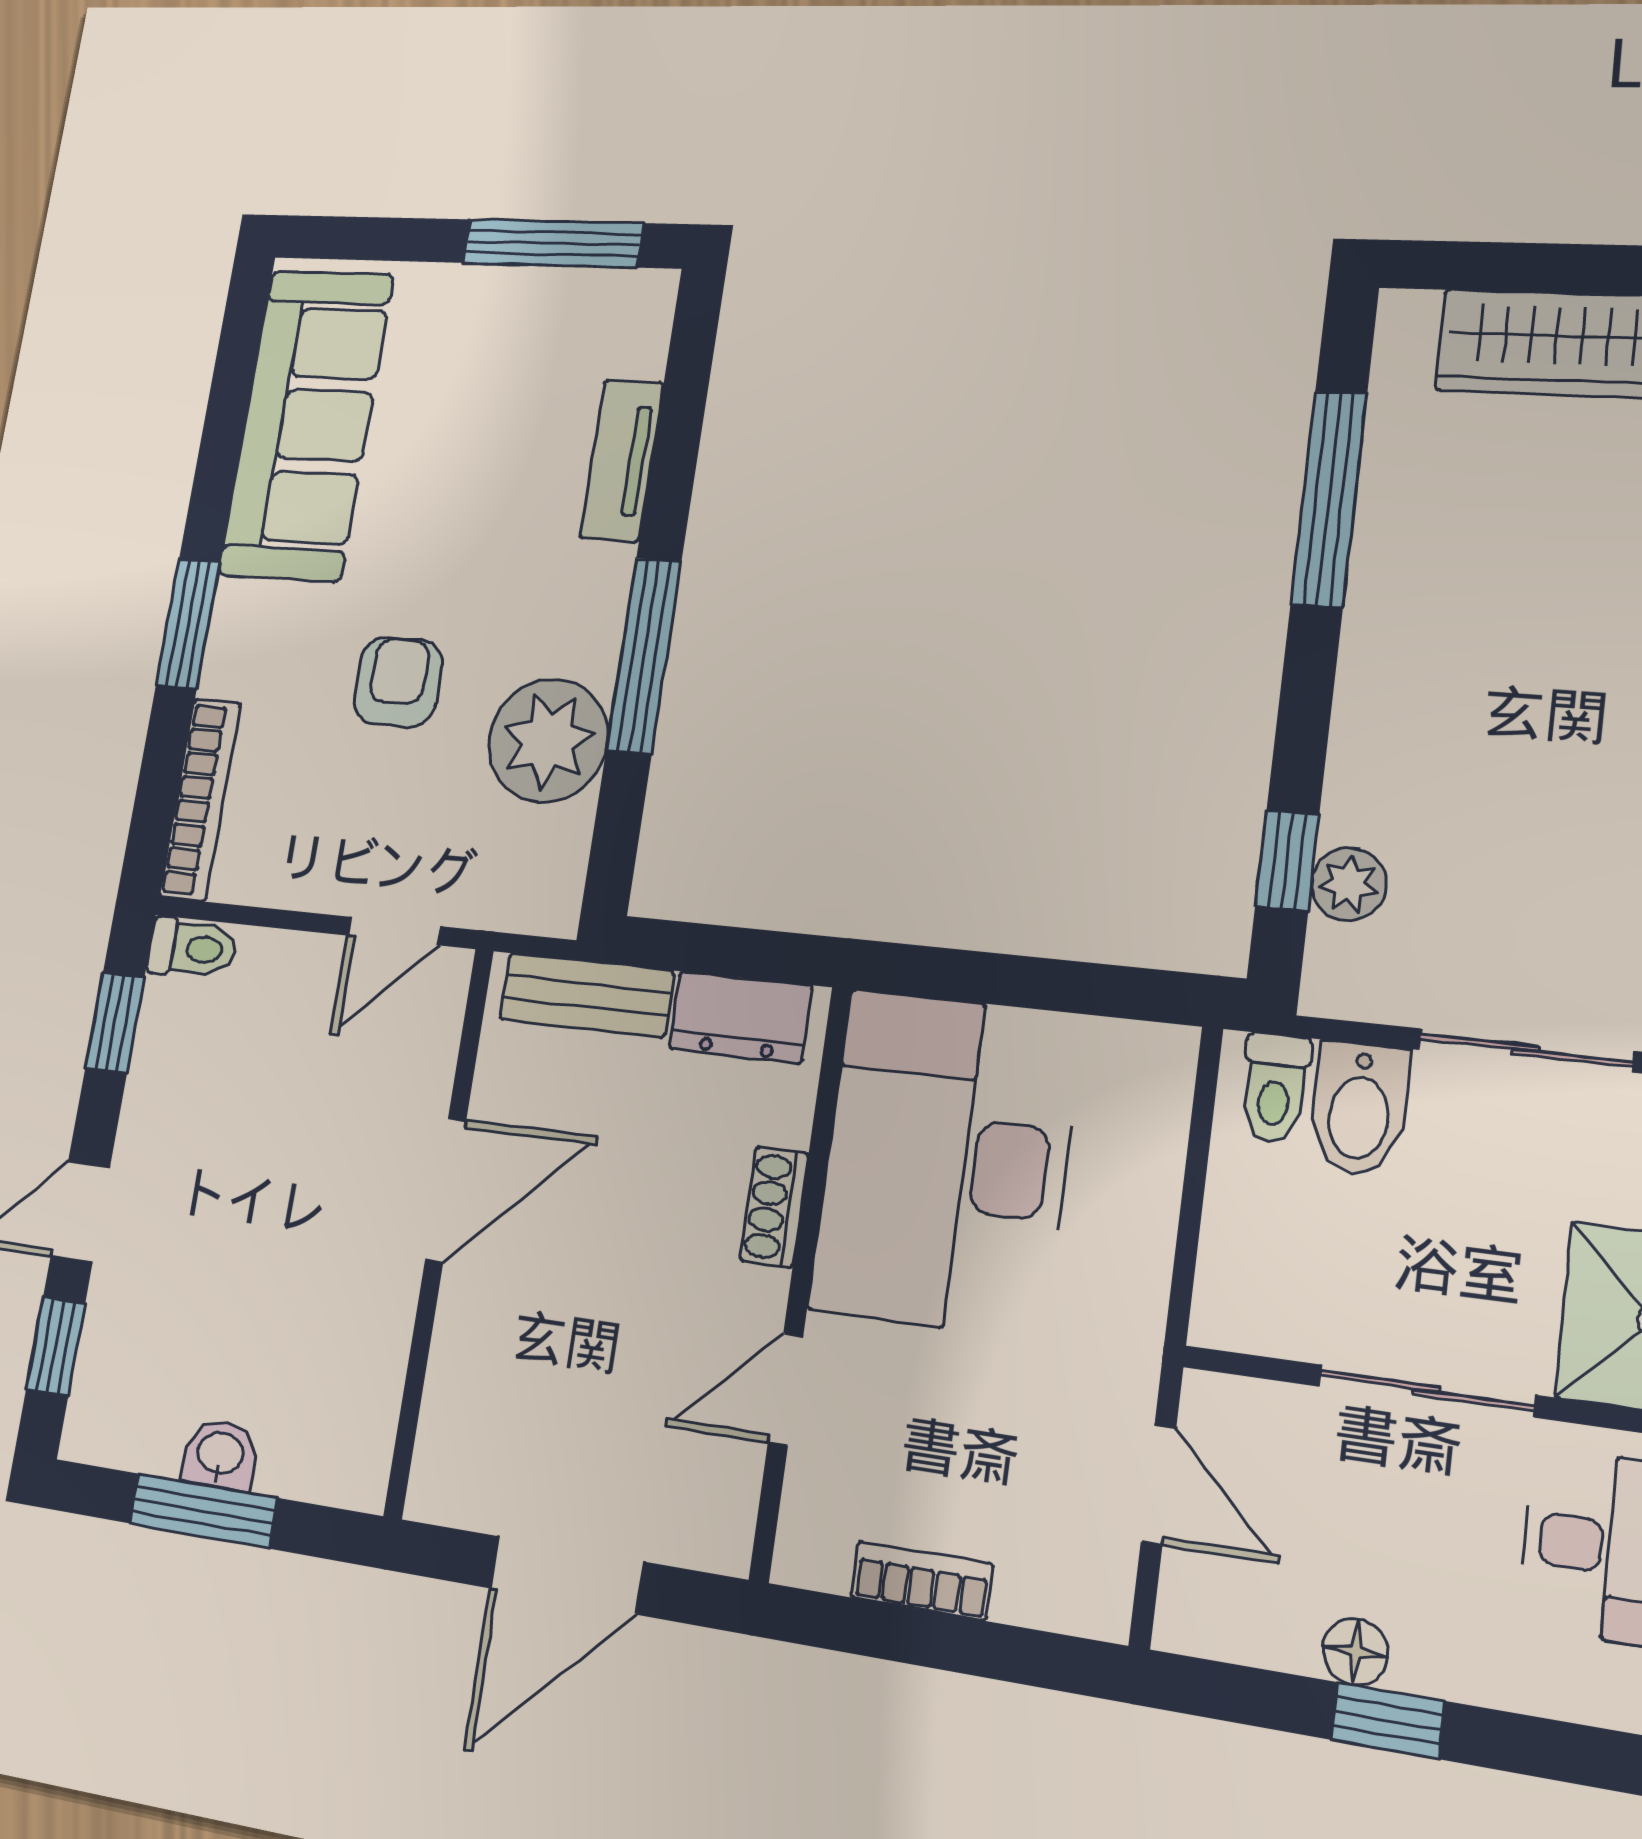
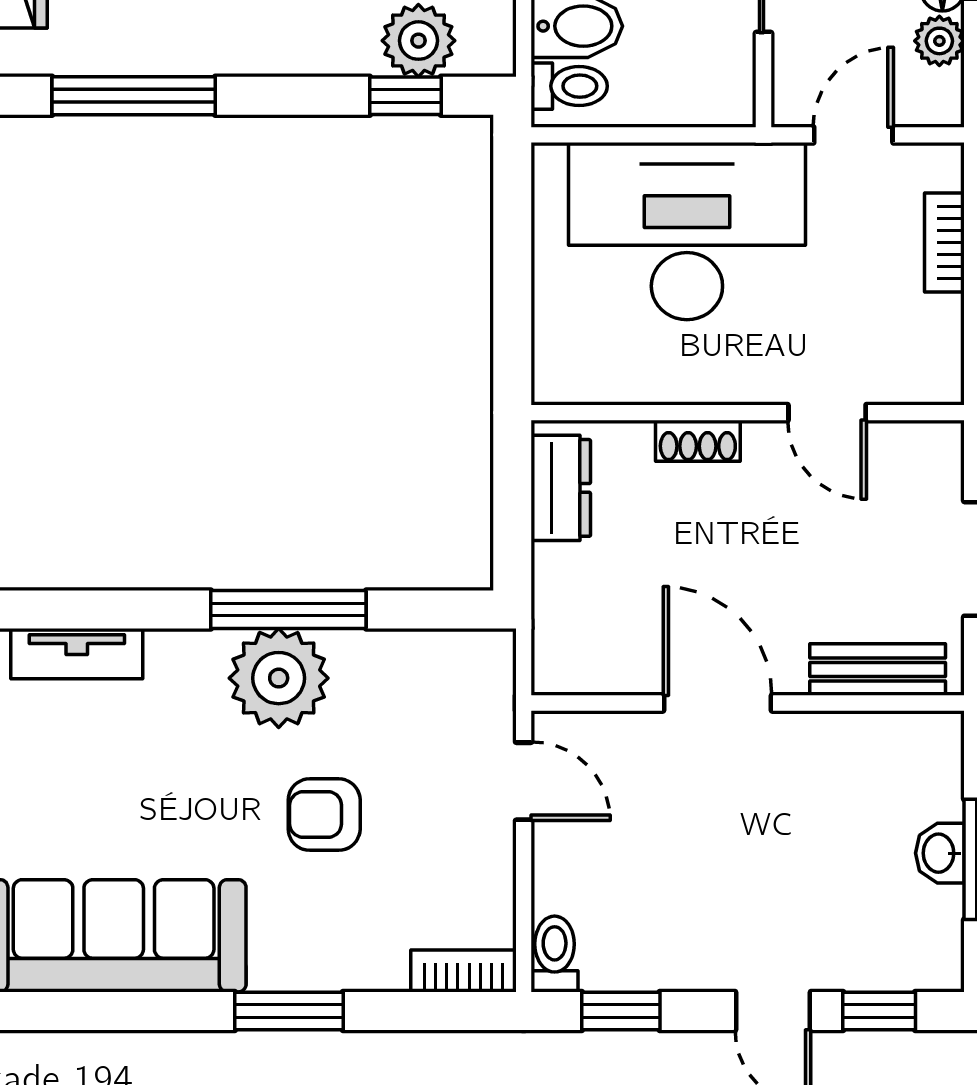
tv unit: (622, 460) -> (77, 654), moved
plant: (548, 741) -> (279, 678), moved
bookcase: (200, 800) -> (463, 971), width x0.64
plant: (1349, 884) -> (418, 41), width x1.38, depth x1.38
bench: (586, 995) -> (878, 670), moved, turned 90
desk: (946, 1162) -> (687, 231), moved, turned 180
bookcase: (922, 1581) -> (944, 243), moved
plant: (1280, 1634) -> (939, 41), added

